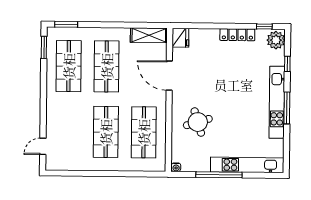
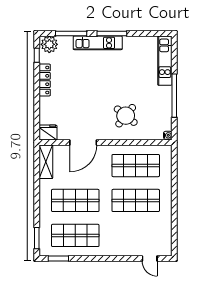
window: (287, 64) -> (71, 34), width x2.17
kitchen unit: (277, 102) -> (98, 43), width x0.73
round table: (198, 122) -> (126, 116), turned -34
kitchen unit: (247, 165) -> (165, 61), width x0.73

